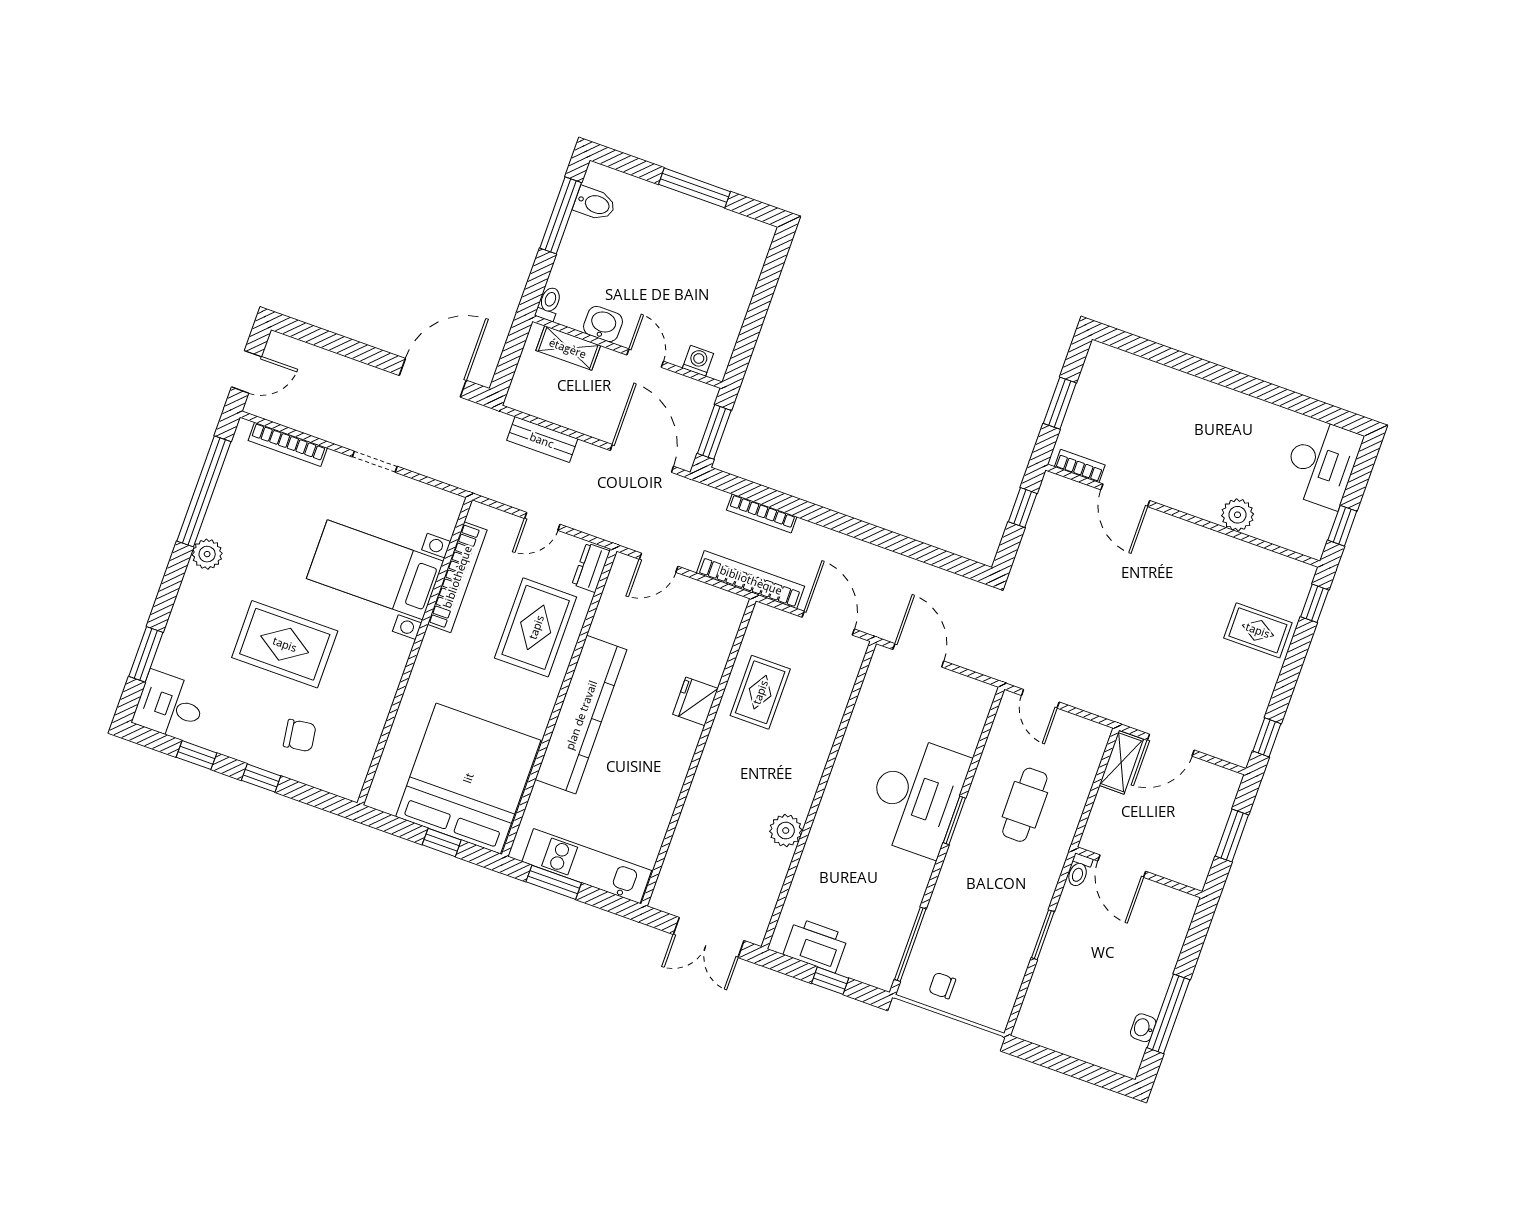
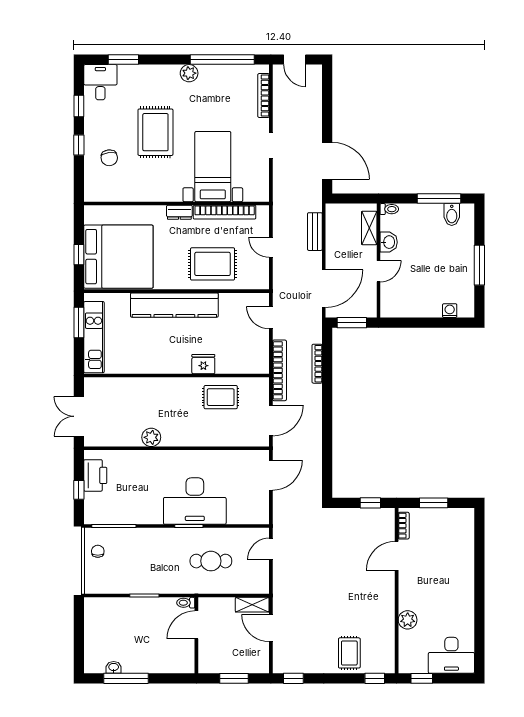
washing machine: (698, 361) -> (450, 311), moved, turned -90
dresser: (591, 568) -> (179, 212), moved, turned 180

